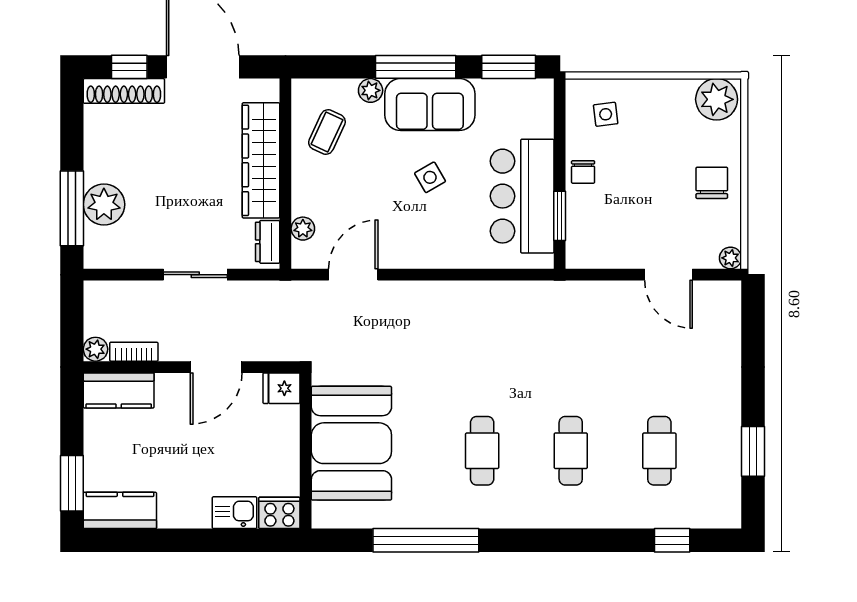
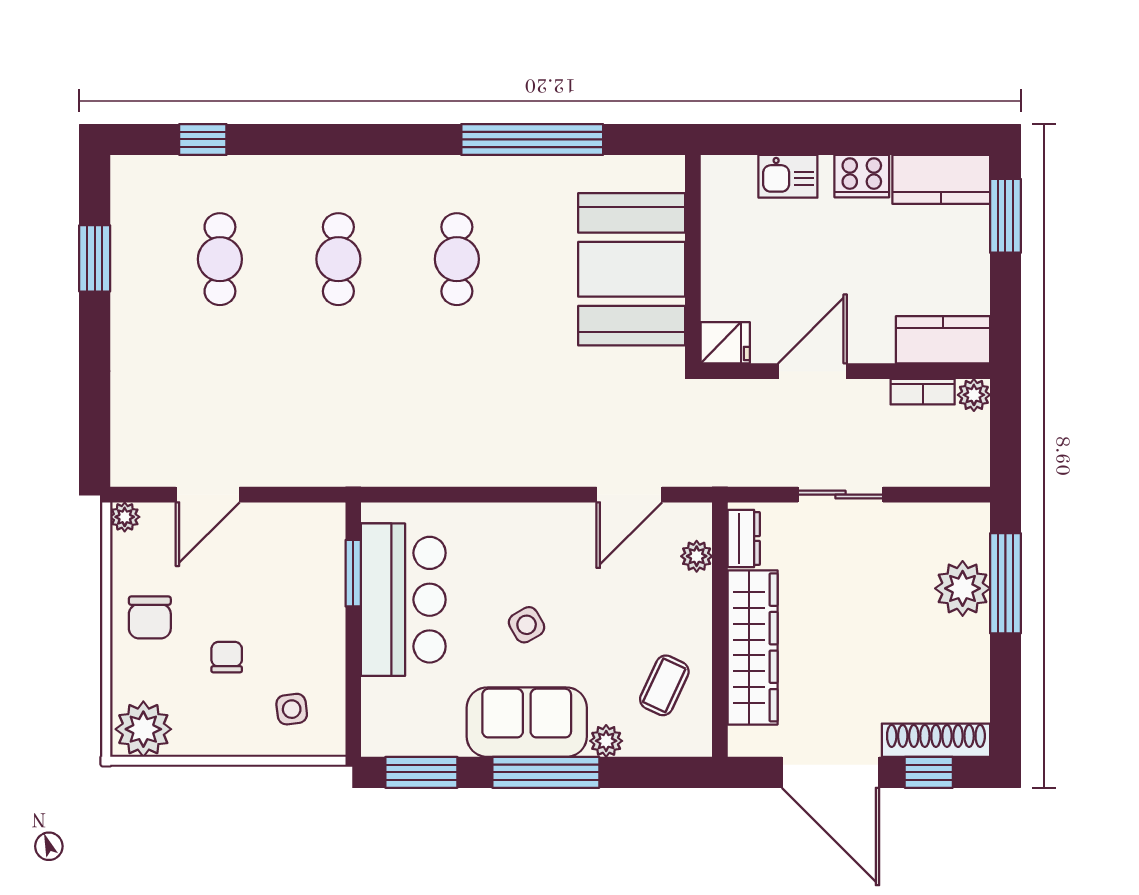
chair: (583, 172) -> (227, 657), moved
door: (668, 275) -> (208, 495), swing flipped
cooker: (279, 513) -> (862, 176), moved

